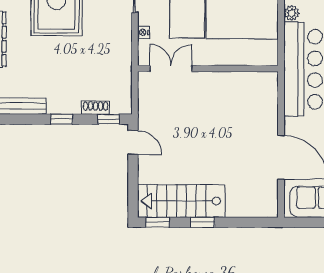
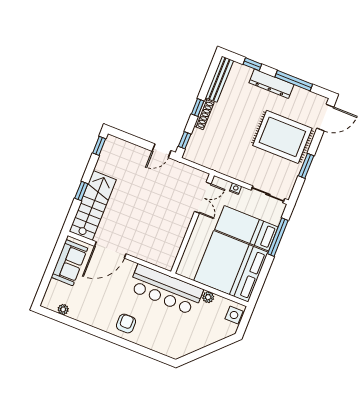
shoe rack: (96, 108) -> (204, 114), moved, width x1.43
stairs: (181, 201) -> (93, 205), moved
window: (202, 222) -> (81, 191), moved

